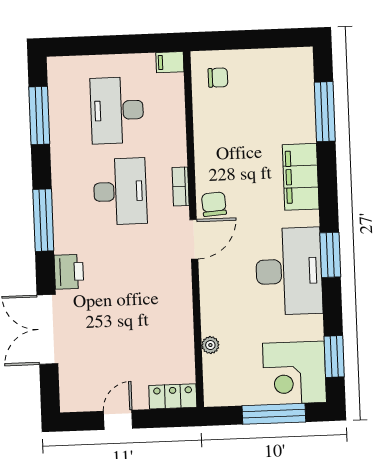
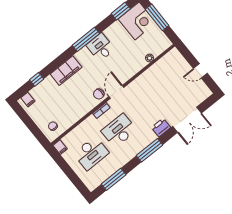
filing cabinet: (300, 68) -> (28, 100), added
window: (325, 112) -> (37, 79), width x0.46
door: (194, 239) -> (116, 92), hinge flipped
window: (330, 255) -> (86, 39), width x1.44
desk: (289, 271) -> (100, 47), width x0.53, depth x0.77
locker: (173, 396) -> (178, 58), removed

